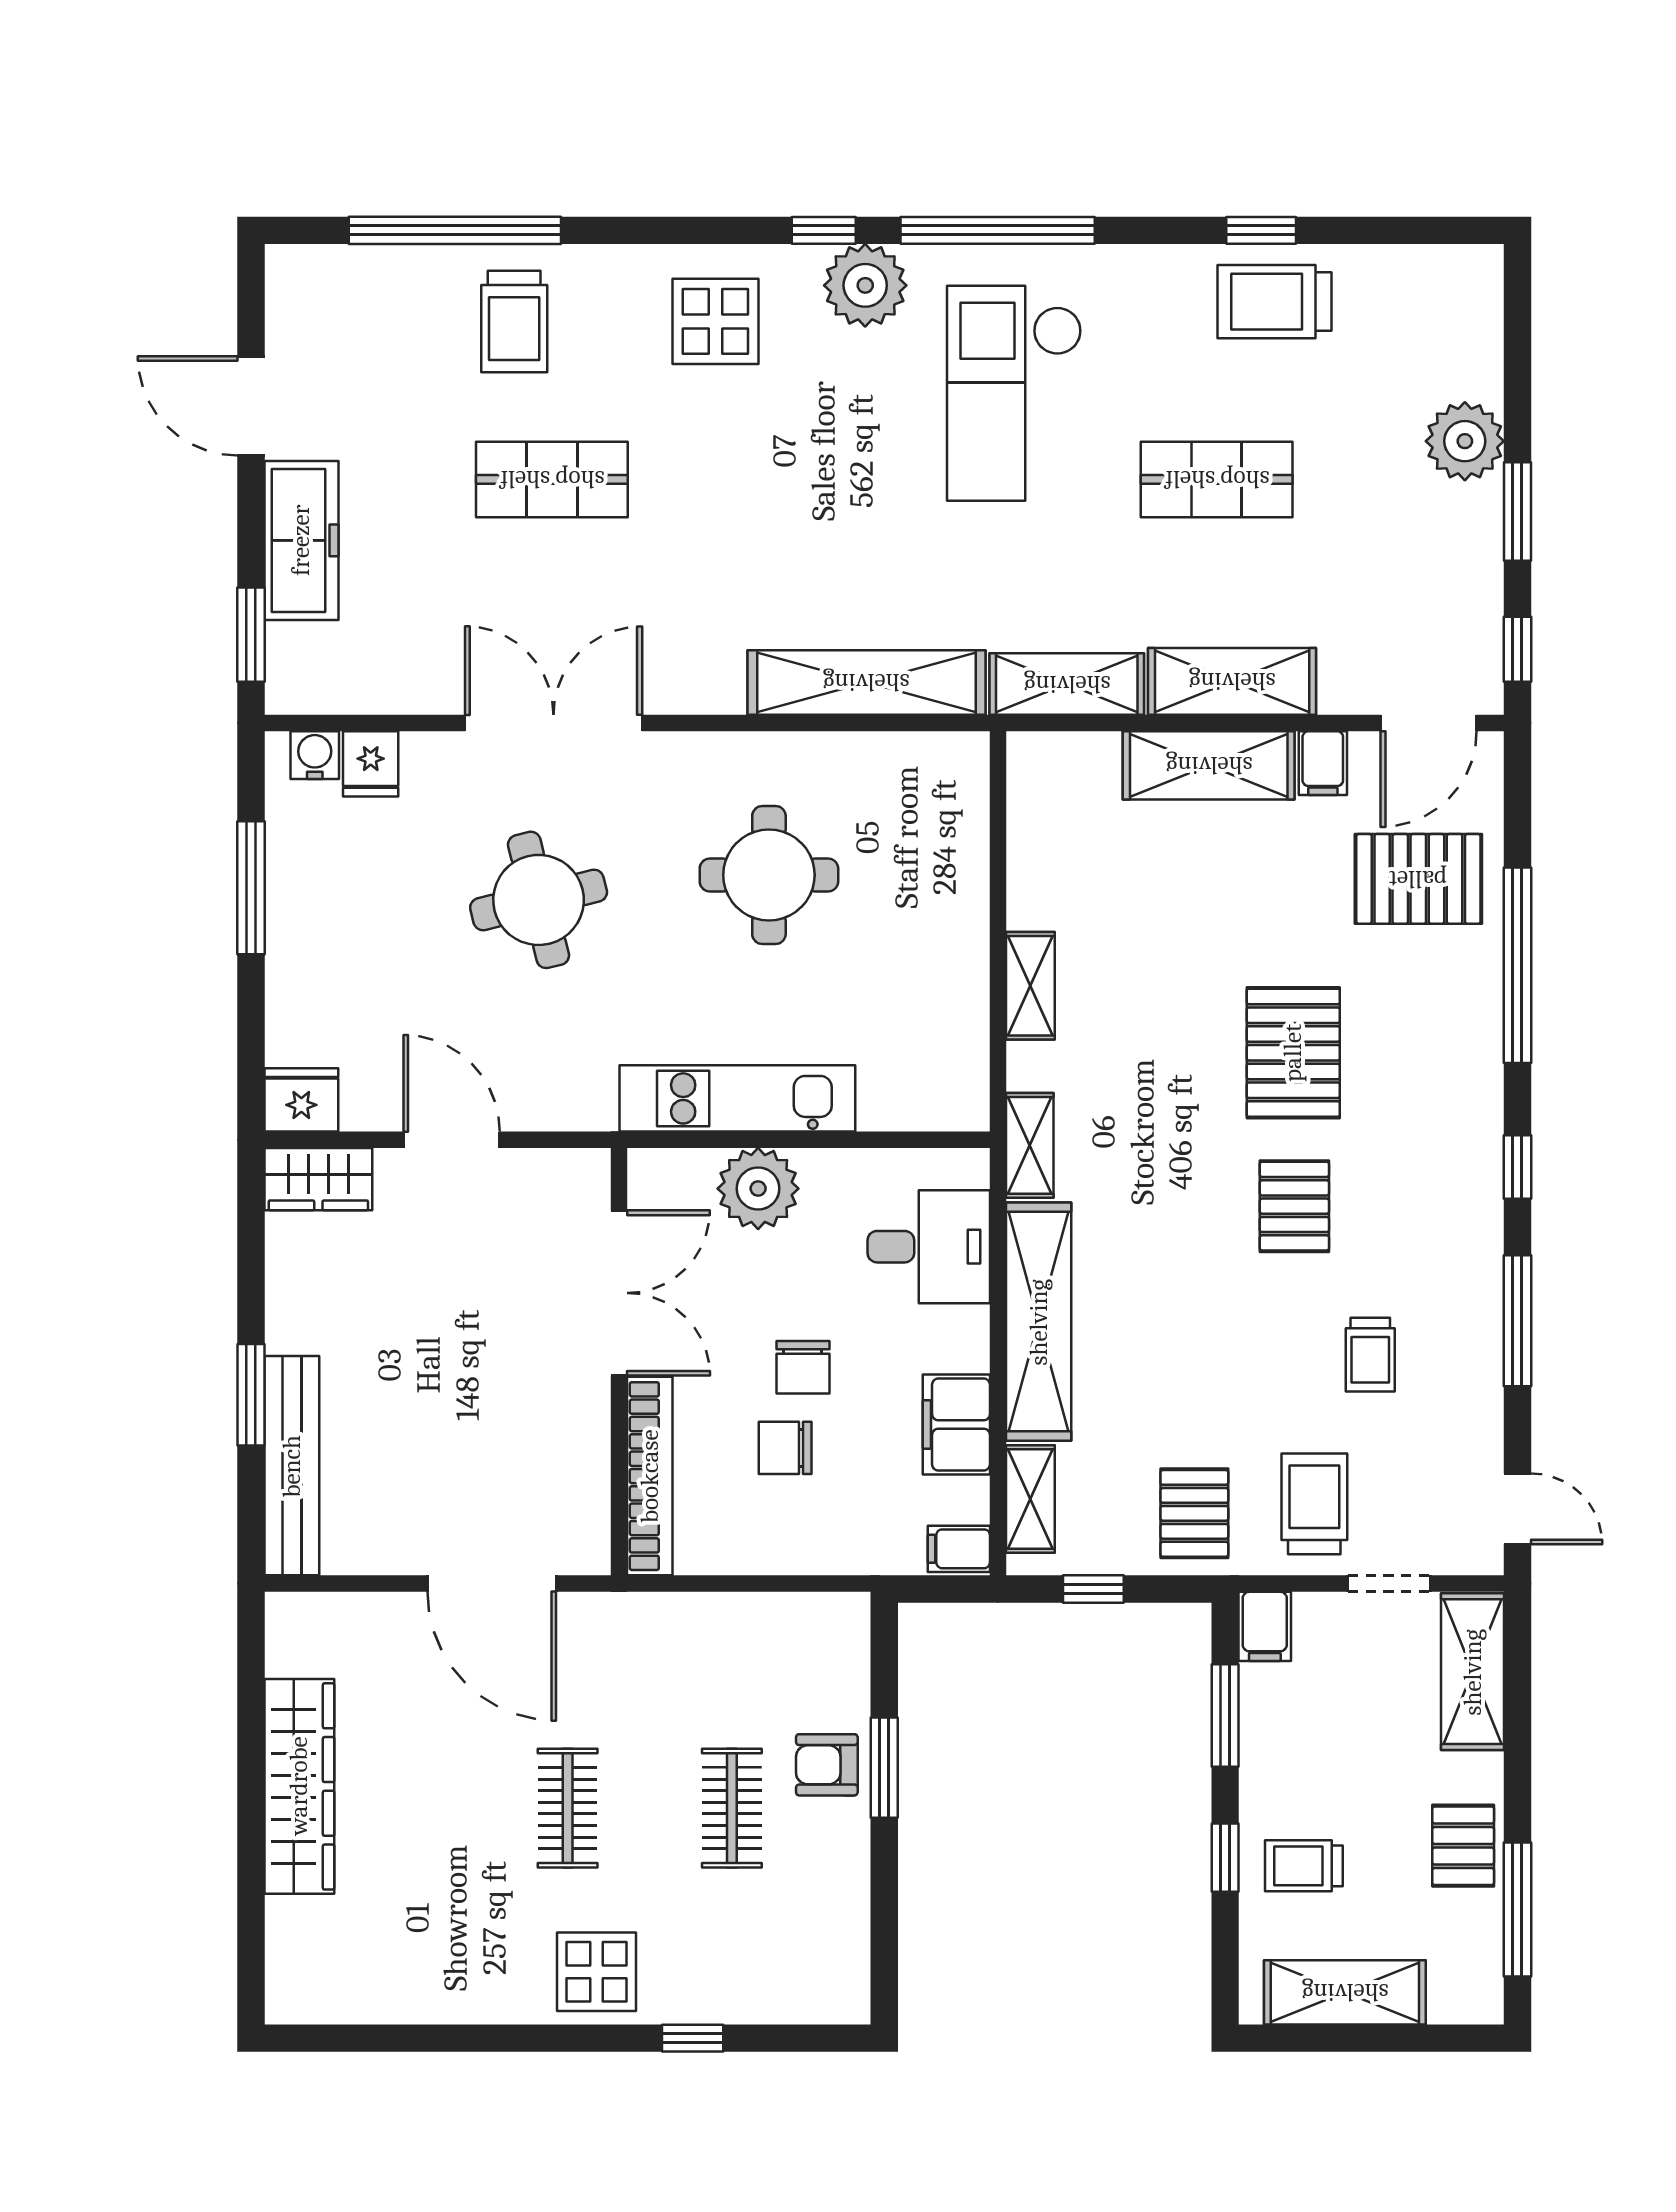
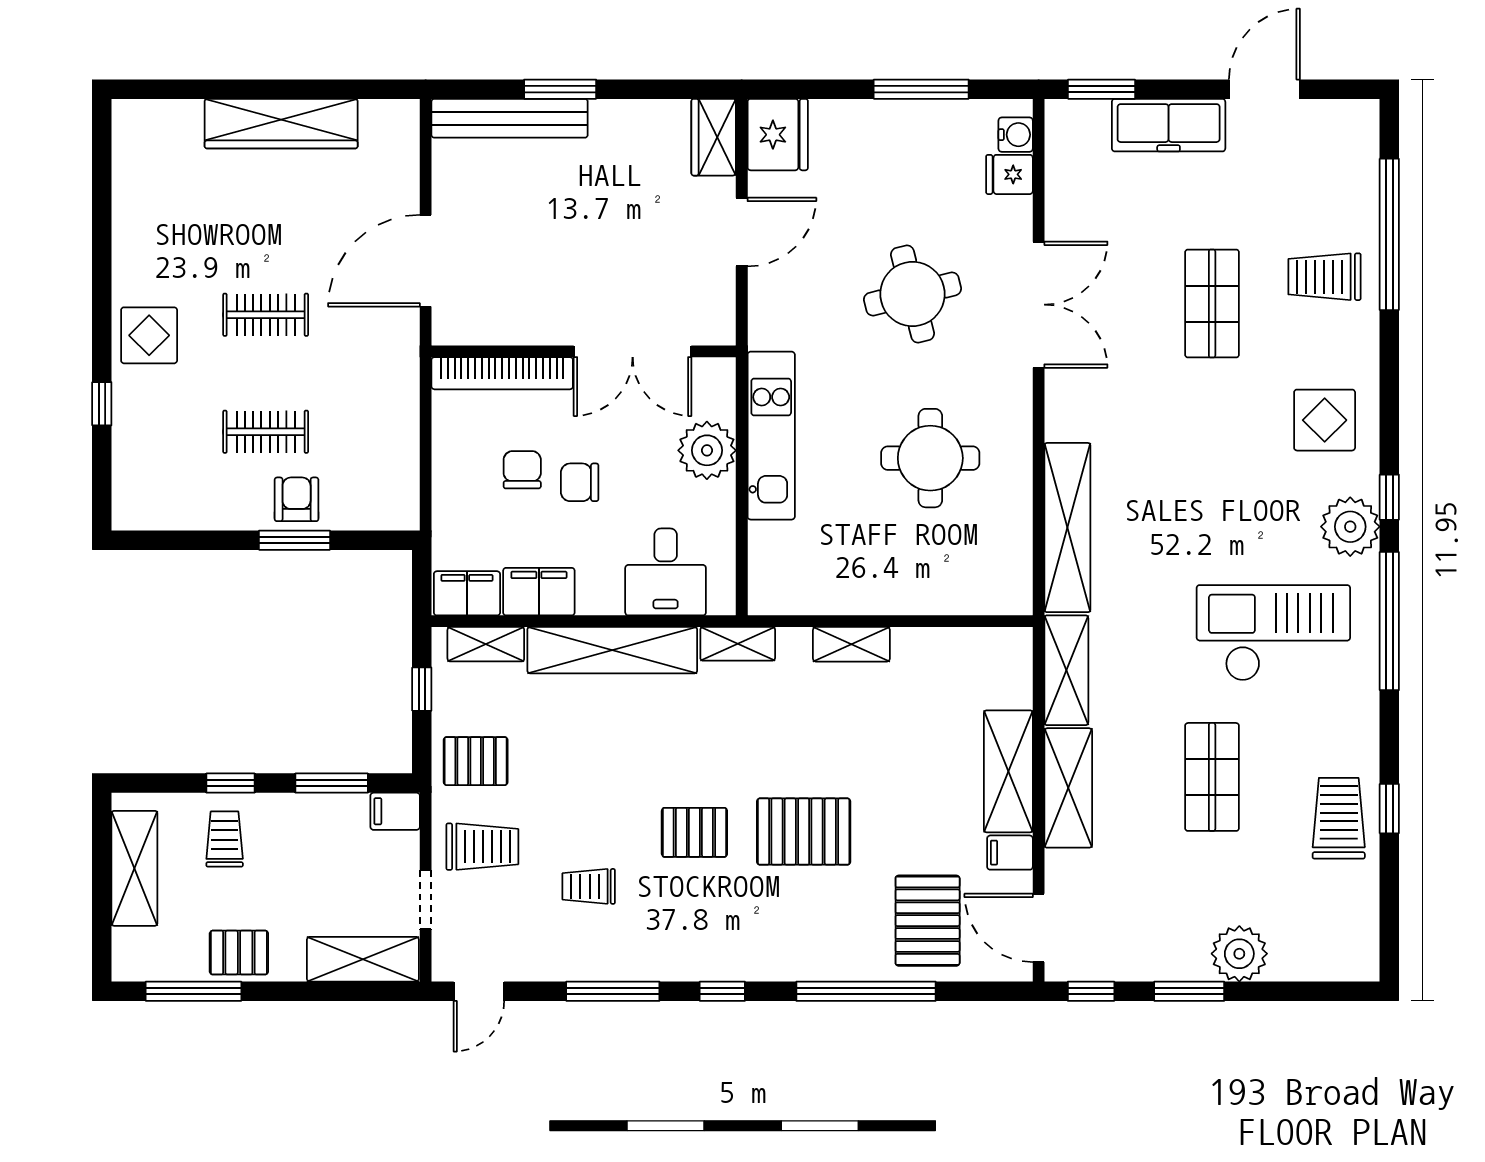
fridge: (301, 1100) -> (778, 135), width x1.36, depth x1.34
filing cabinet: (959, 1549) -> (467, 593), width x2.00

